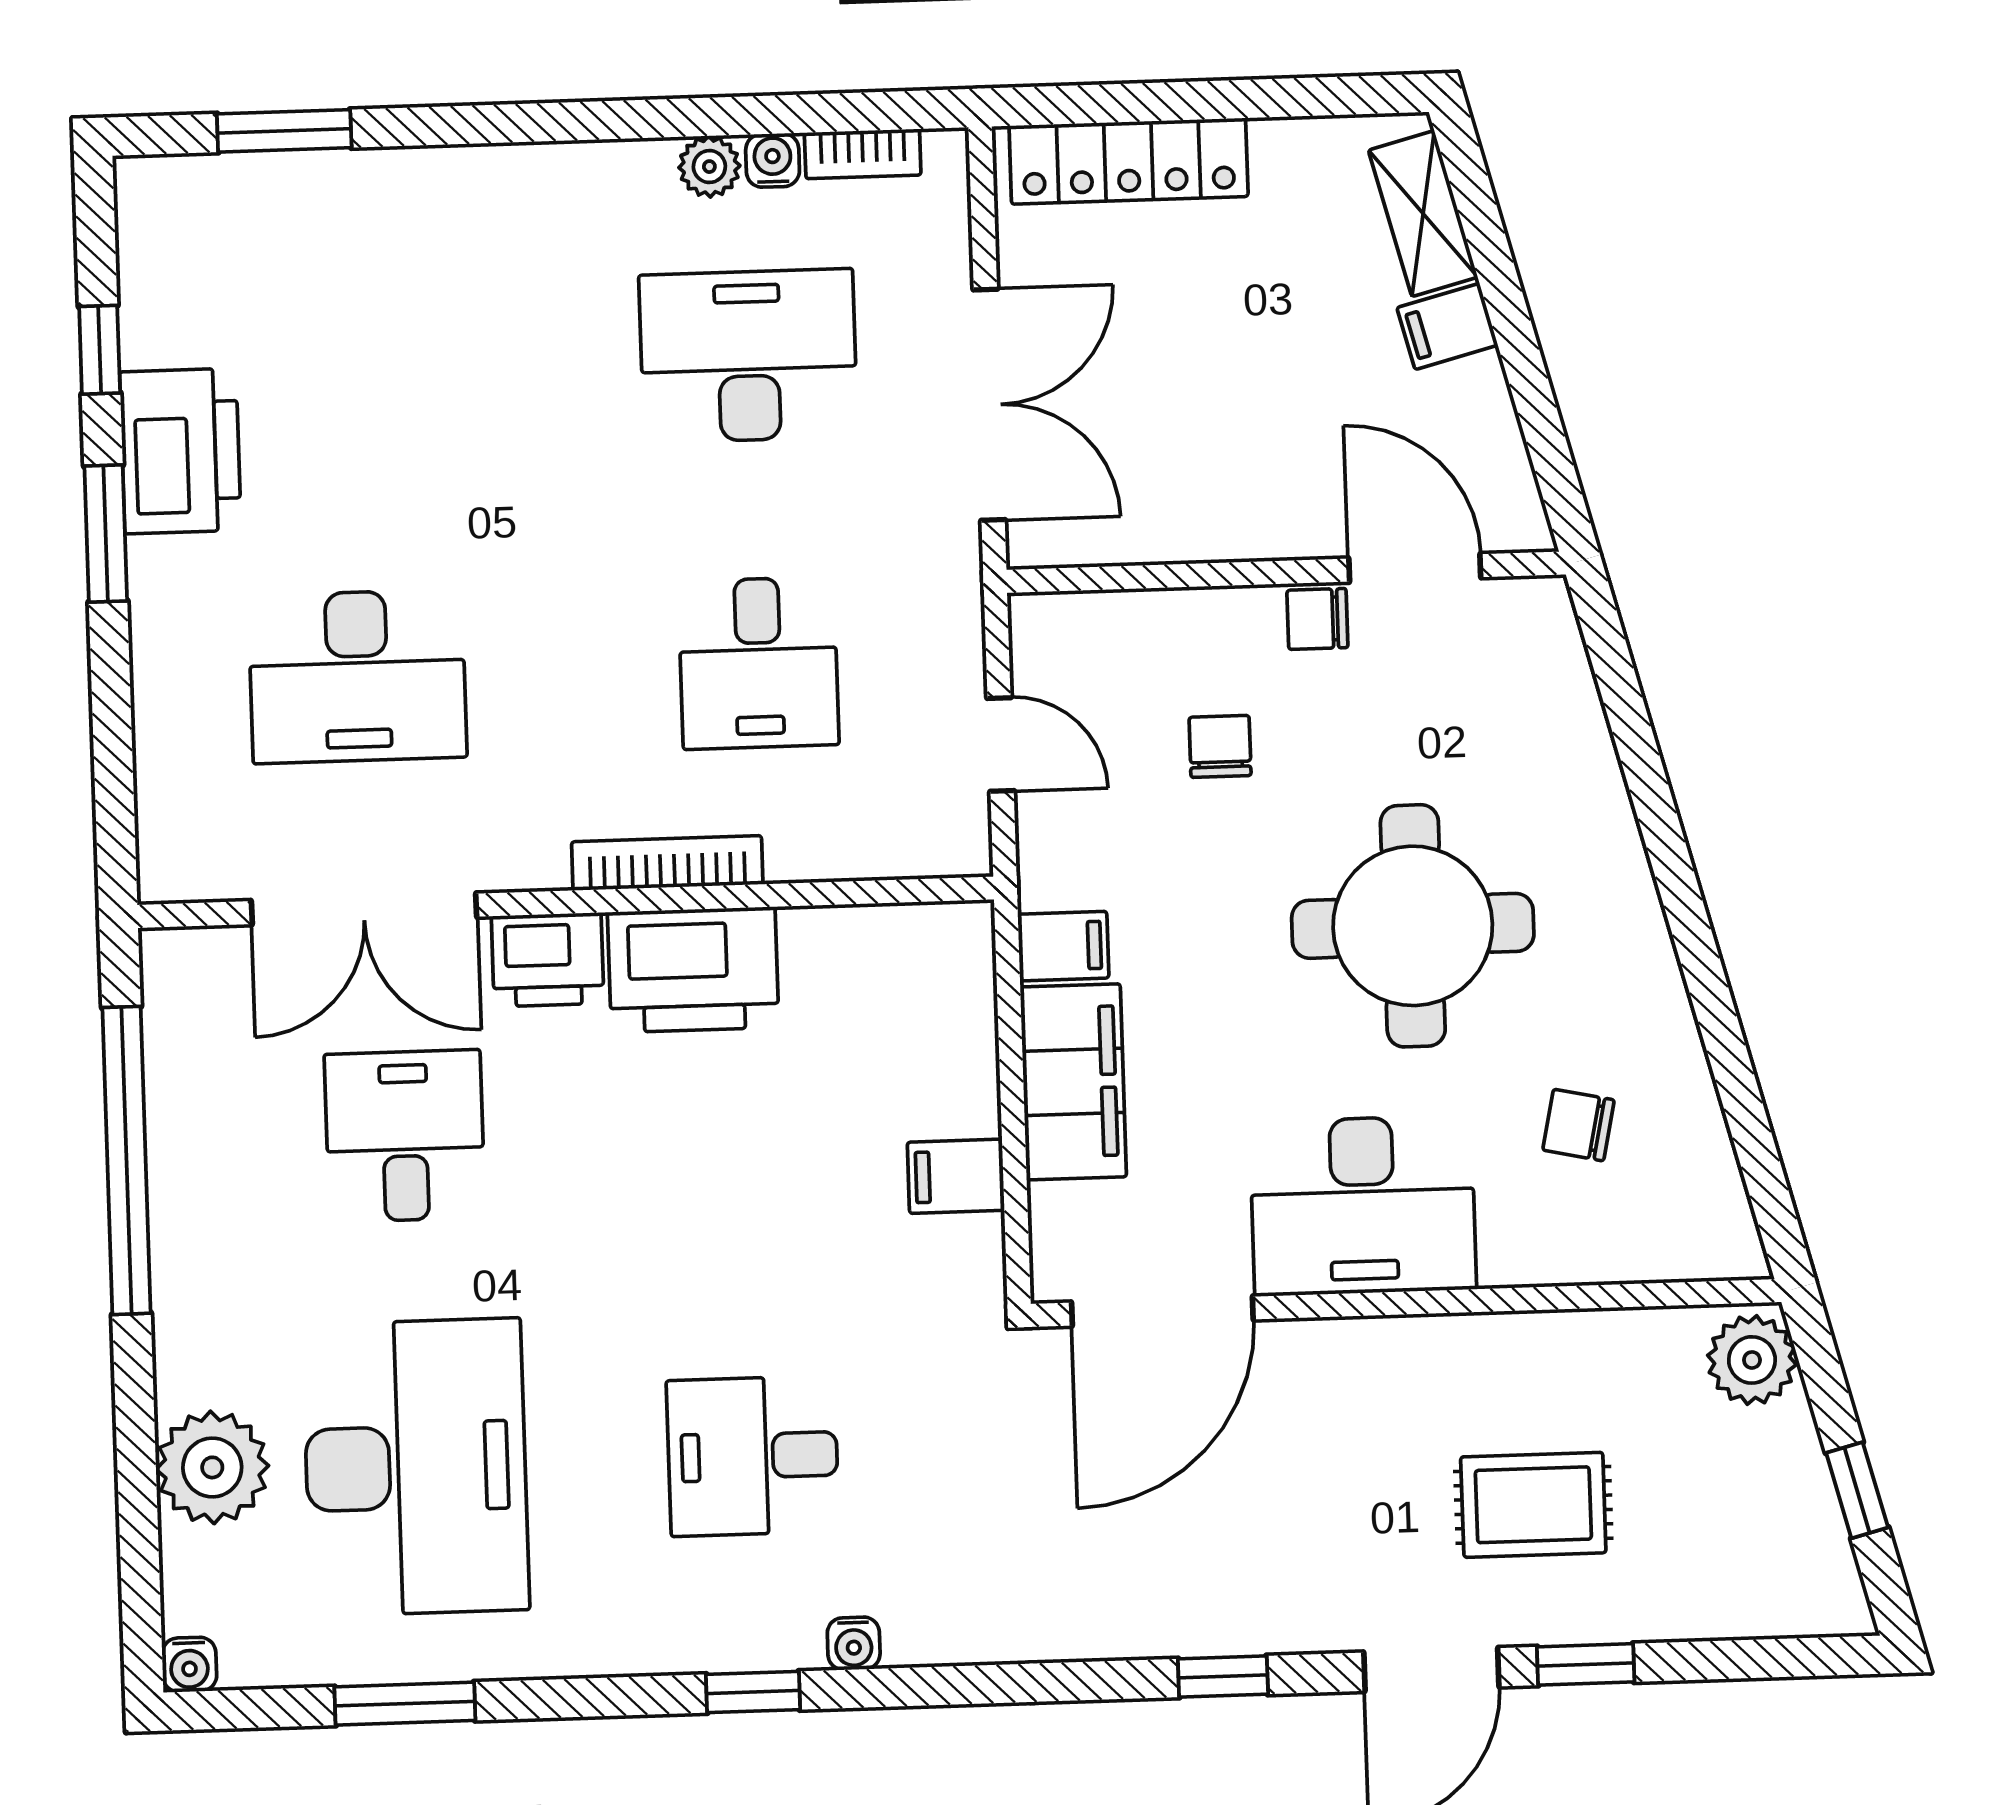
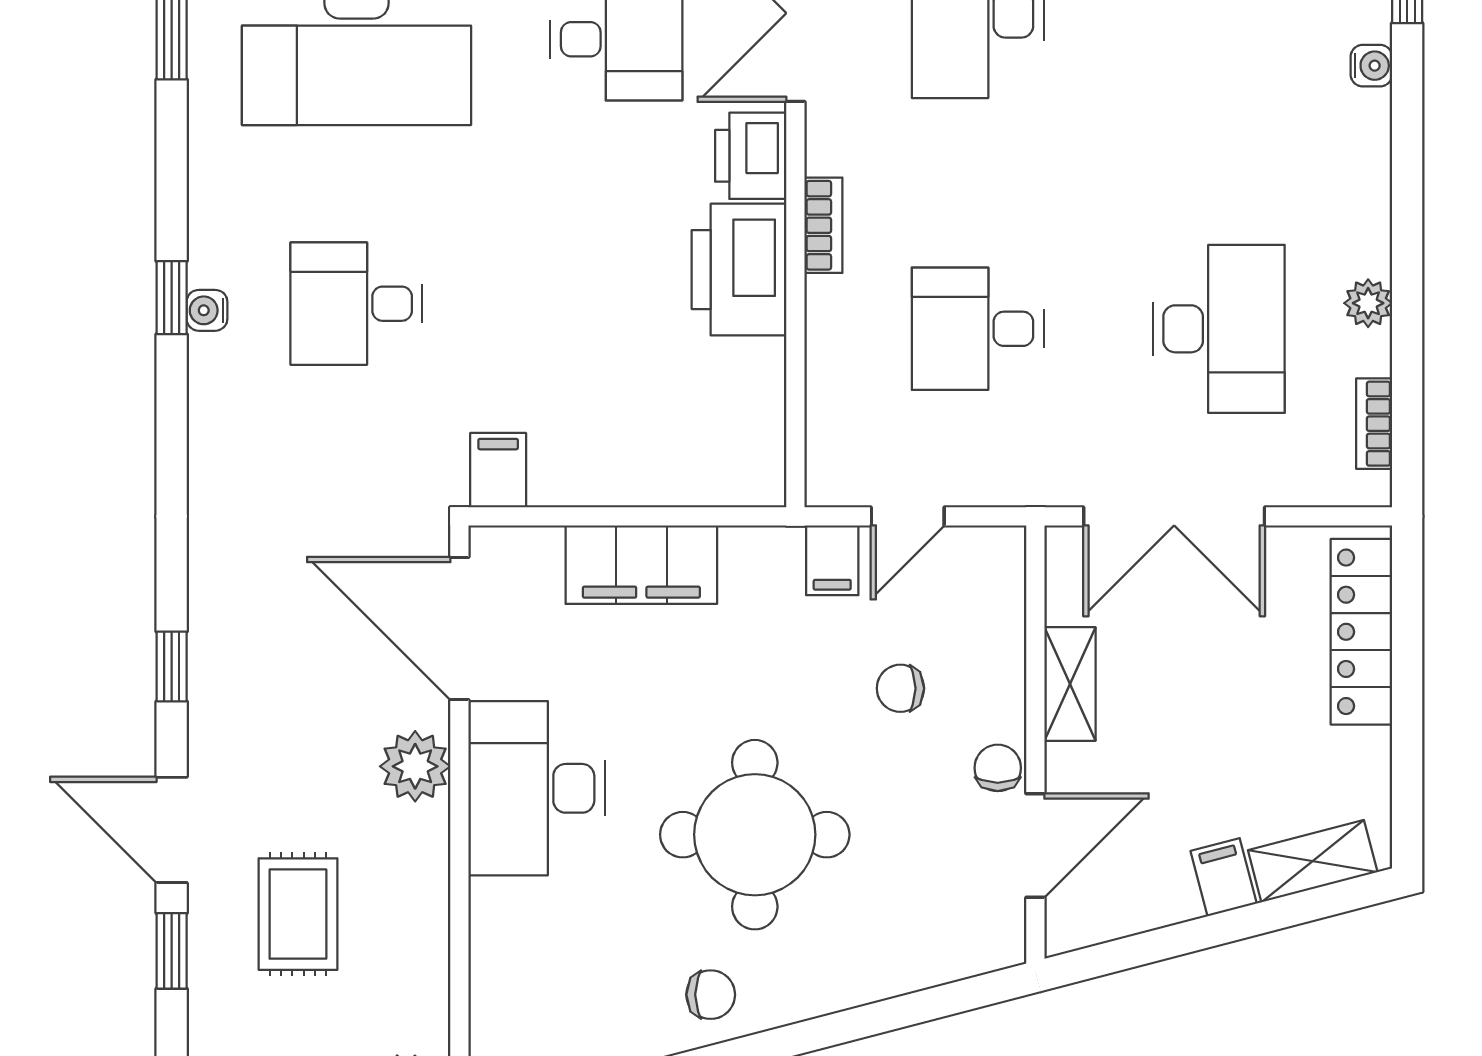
water cooler: (773, 160) -> (1371, 66), moved
shelving: (1207, 531) -> (1070, 684), added
chair: (1220, 746) -> (900, 688), turned 180
bookcase: (667, 863) -> (823, 225), width x0.64
filing cabinet: (1063, 946) -> (832, 560), moved
chair: (1578, 1125) -> (711, 995), moved, turned 78
filing cabinet: (956, 1176) -> (498, 470), moved
plant: (1340, 1362) -> (415, 766), added
desk: (753, 1456) -> (356, 304), turned -90
water cooler: (854, 1643) -> (207, 310), moved

